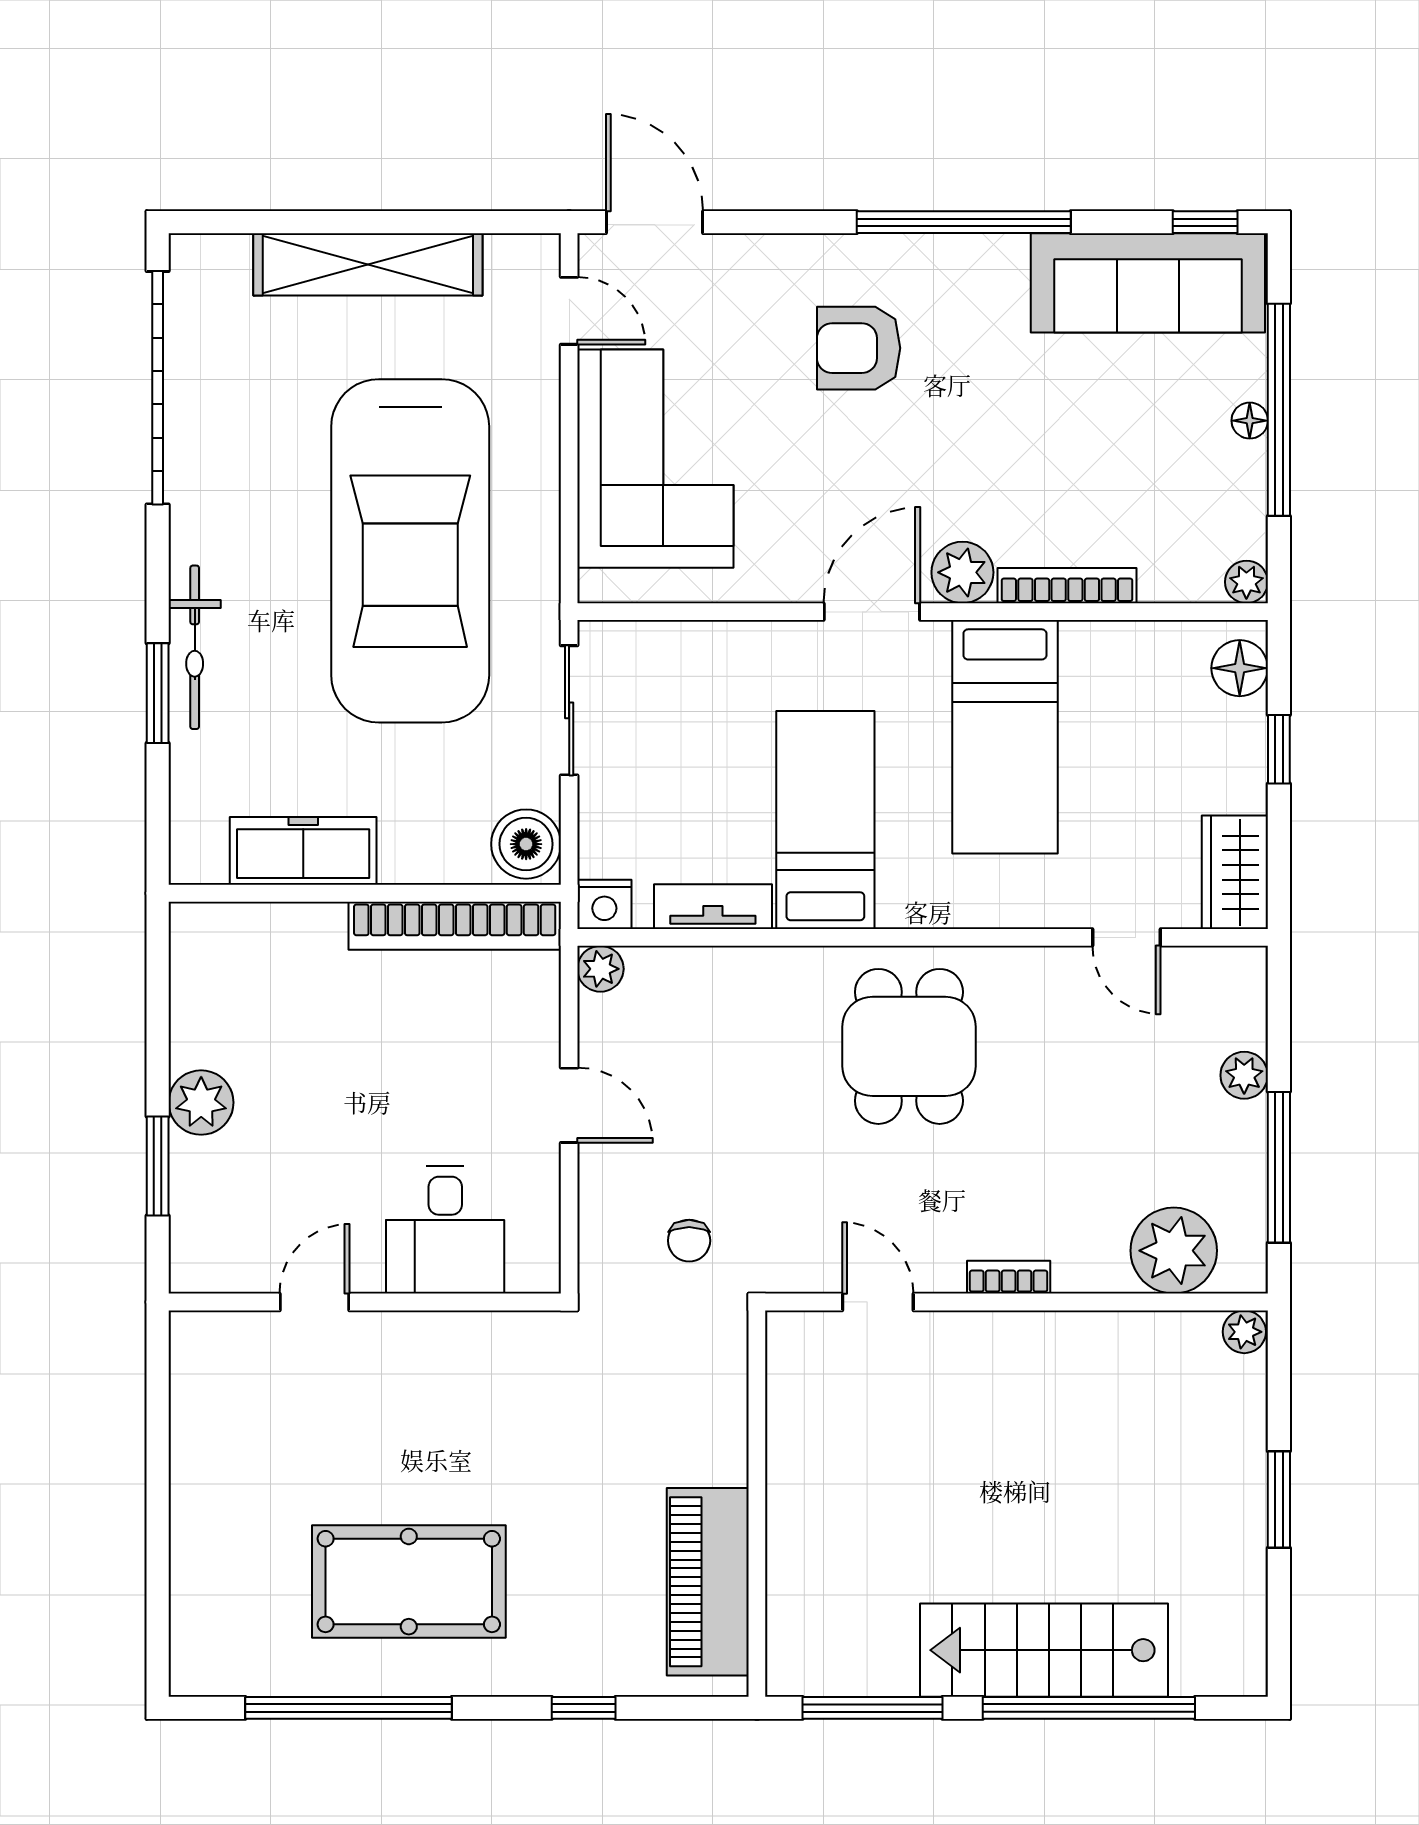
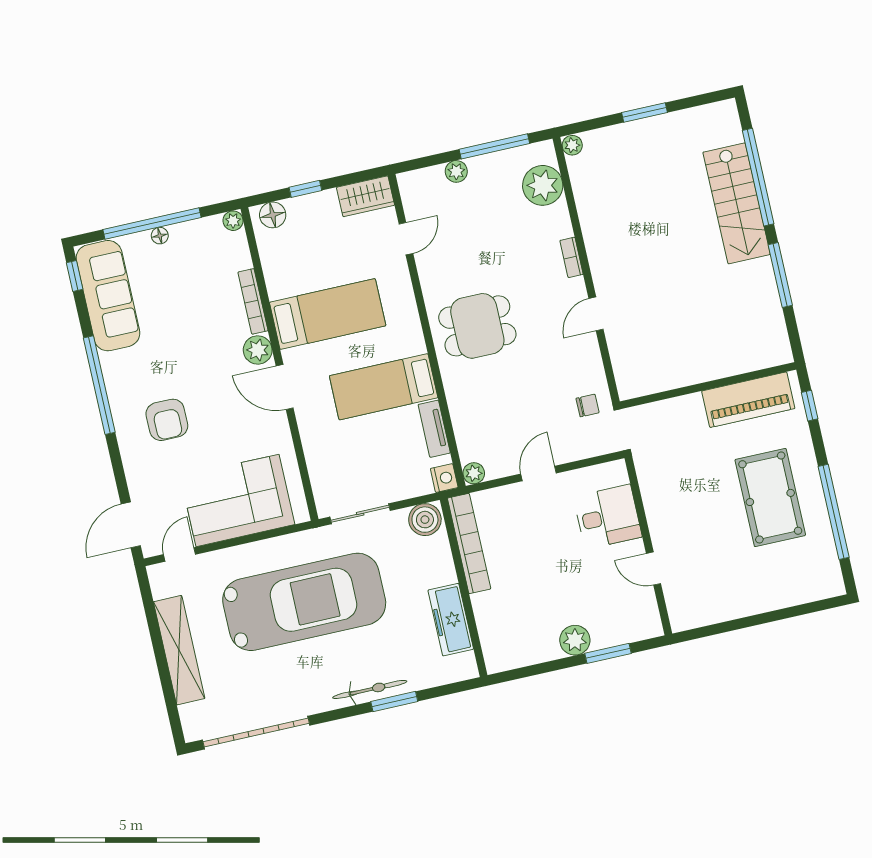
wall: (757, 1504) -> (708, 386), moved
piano: (708, 1582) -> (748, 400), moved

